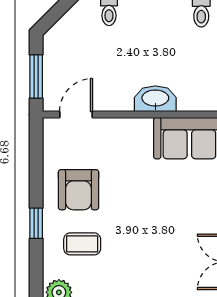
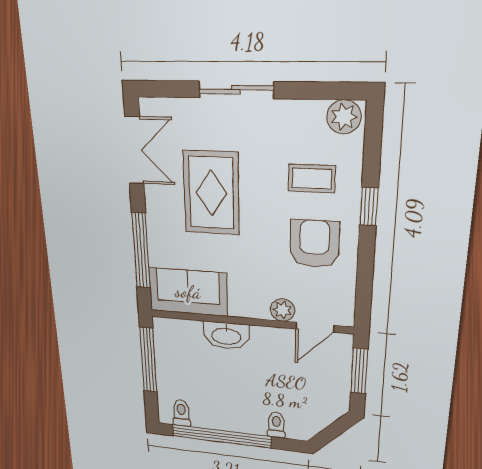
plant: (104, 128) -> (283, 310), added
rug: (166, 229) -> (211, 193), added

